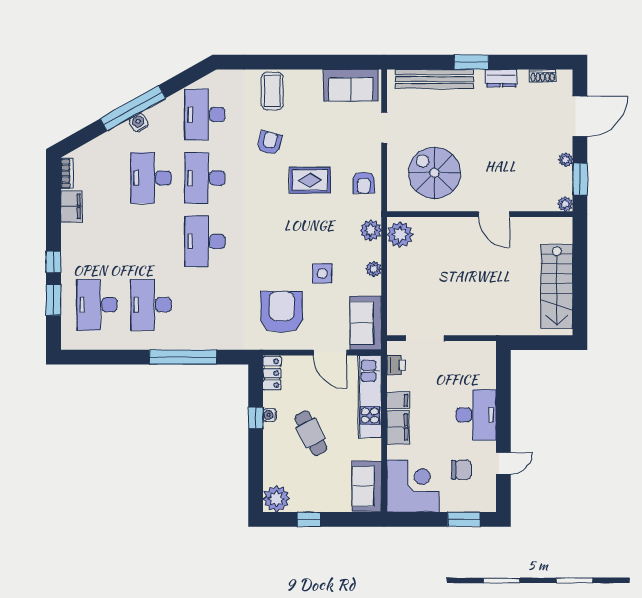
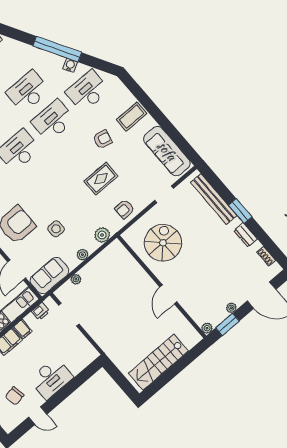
sofa: (351, 85) -> (167, 151), width x1.36
water cooler: (139, 123) -> (70, 65), moved
rug: (310, 180) -> (101, 179), turned 90
plant: (400, 235) -> (76, 279), moved, width x0.53, depth x0.53
chair: (462, 470) -> (15, 396), turned 80

